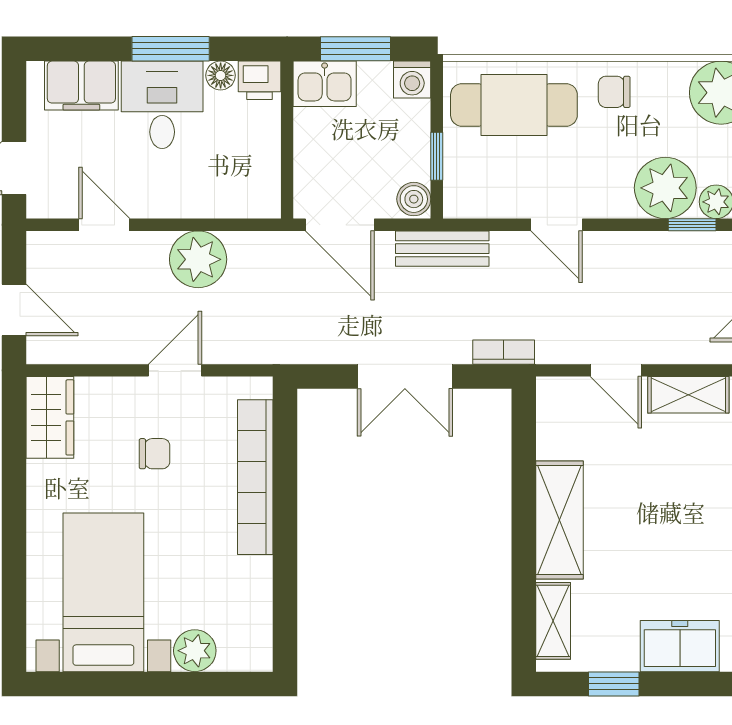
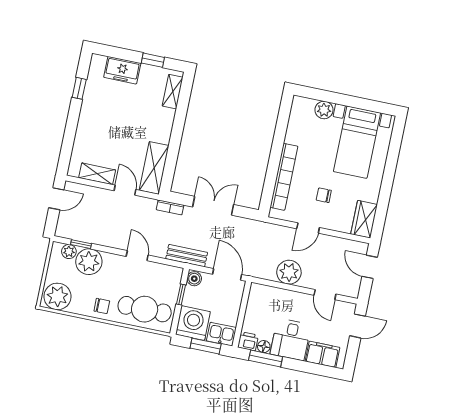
window: (171, 49) -> (266, 358), moved
washing machine: (412, 80) -> (193, 323), width x1.89, depth x1.89
shelving: (560, 520) -> (154, 168), moved

